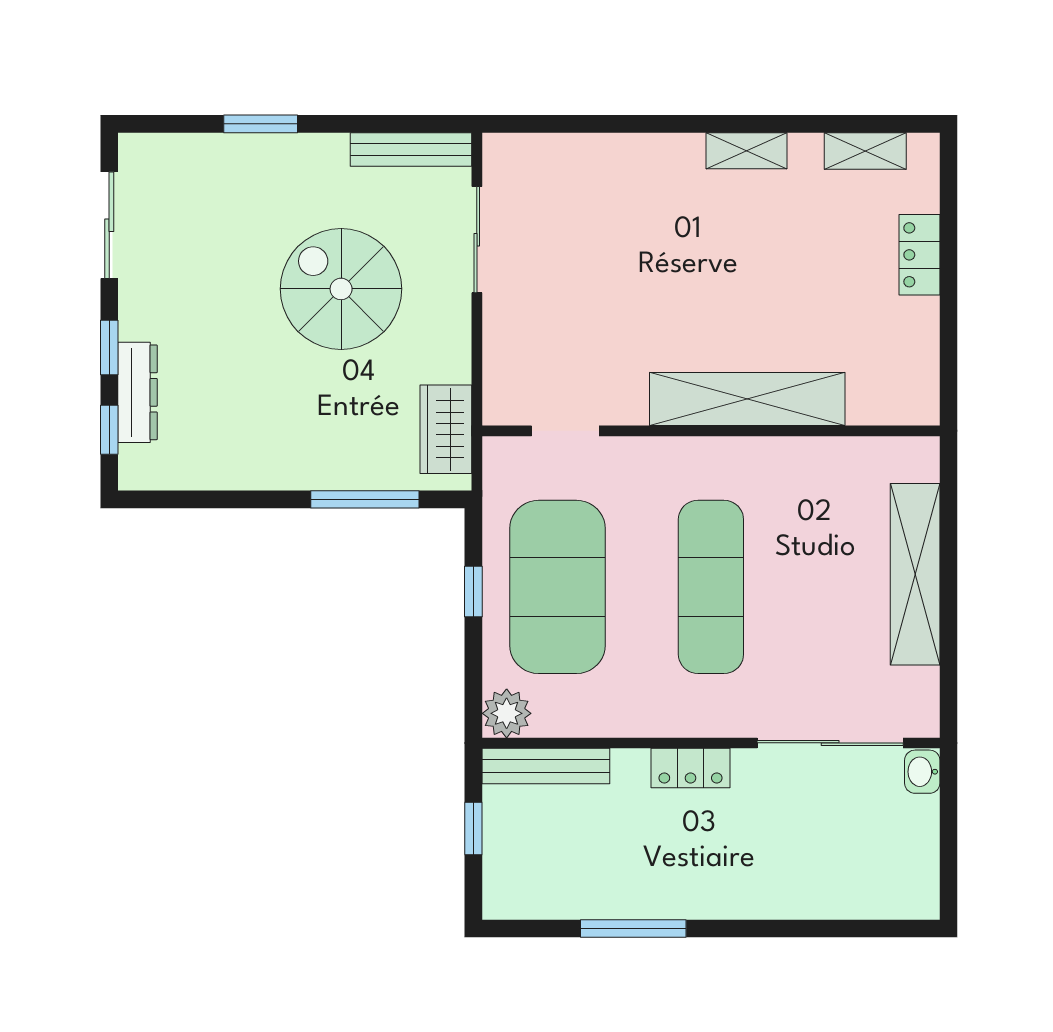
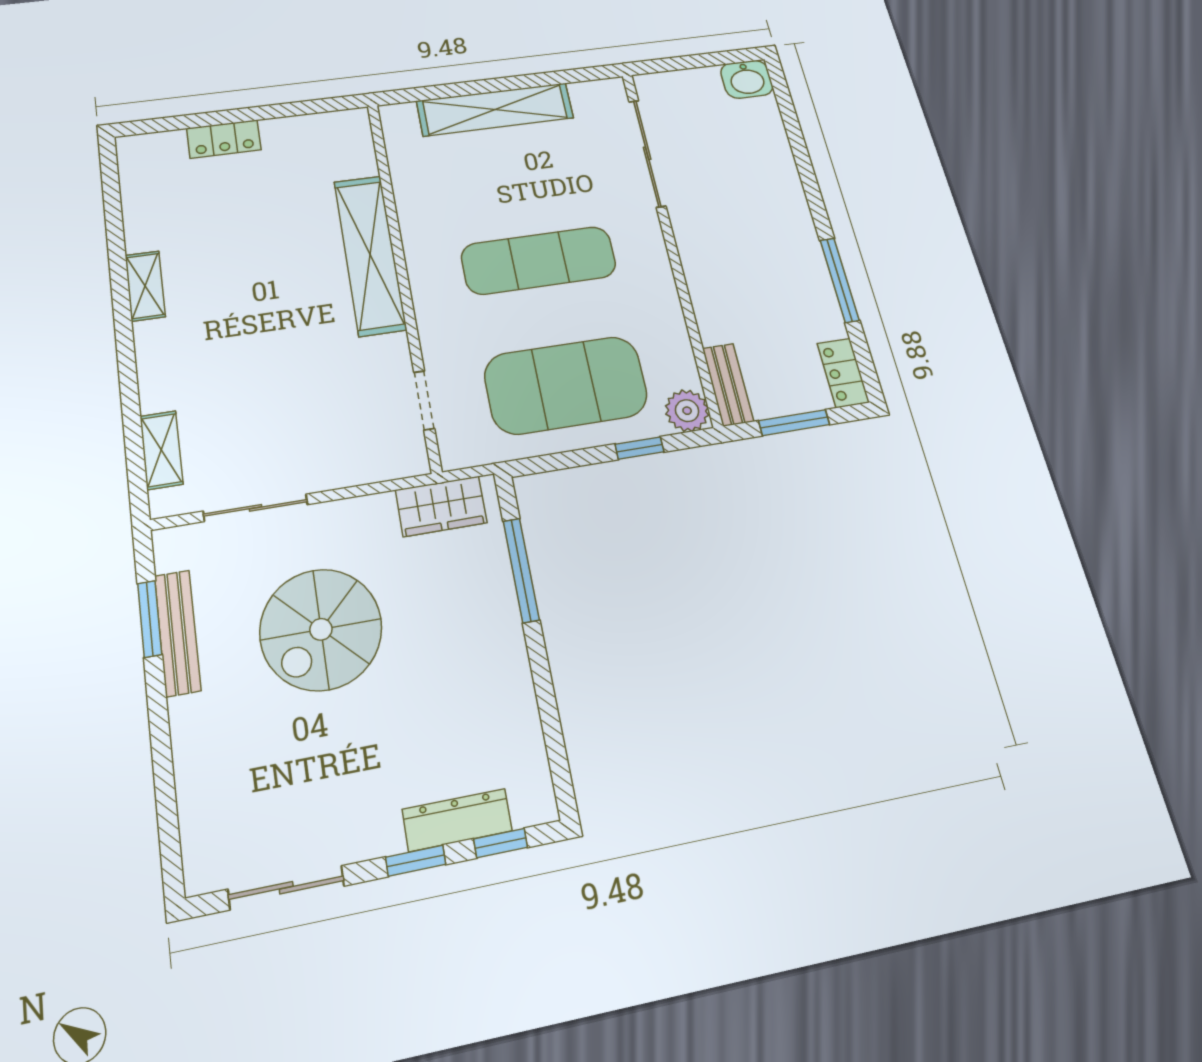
window: (261, 124) -> (150, 619), moved
bench: (411, 150) -> (178, 633), moved
shelving: (865, 151) -> (161, 450), moved
window: (473, 591) -> (639, 448), moved
bench: (546, 766) -> (728, 385), width x0.73
locker: (691, 768) -> (843, 373), moved, turned 180
washbasin: (922, 772) -> (747, 79), moved, width x1.38, depth x1.45
window: (473, 828) -> (794, 423), width x1.50

